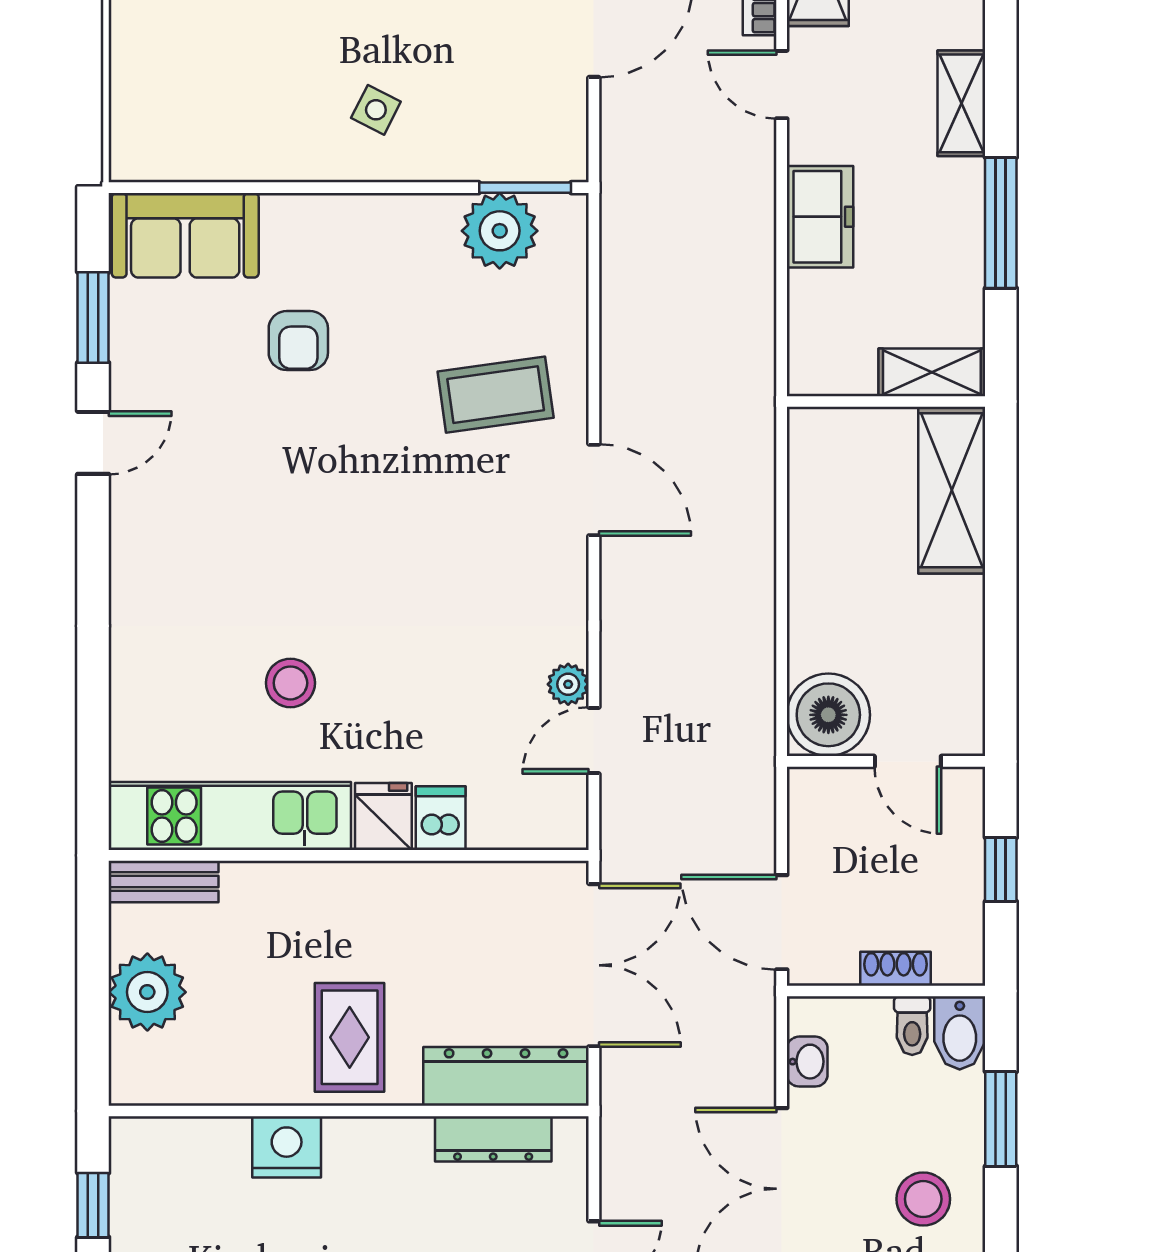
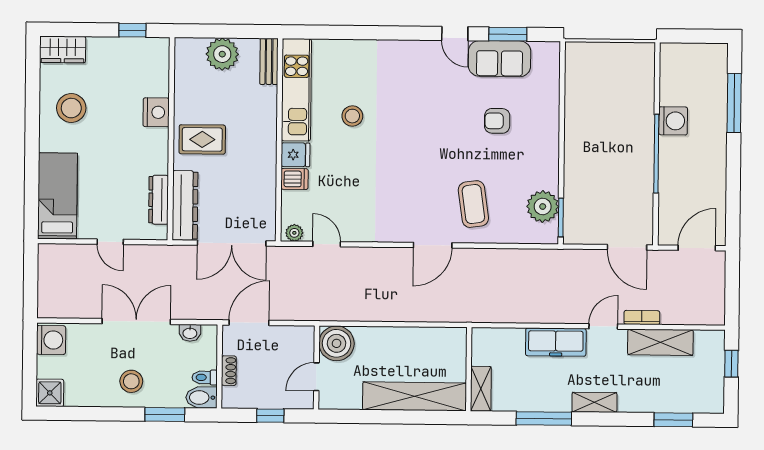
side table: (376, 110) -> (594, 155), removed
freezer: (820, 217) -> (556, 342), width x1.40
sofa: (185, 235) -> (500, 59), moved, turned -90
shelving: (952, 490) -> (414, 396), width x1.47
plant: (568, 684) -> (294, 233), moved

